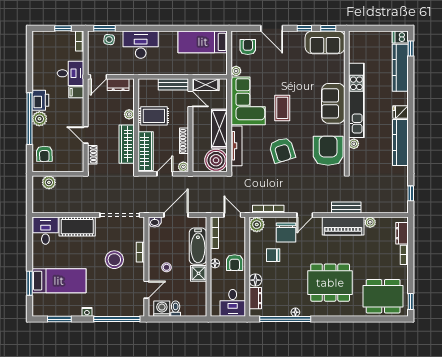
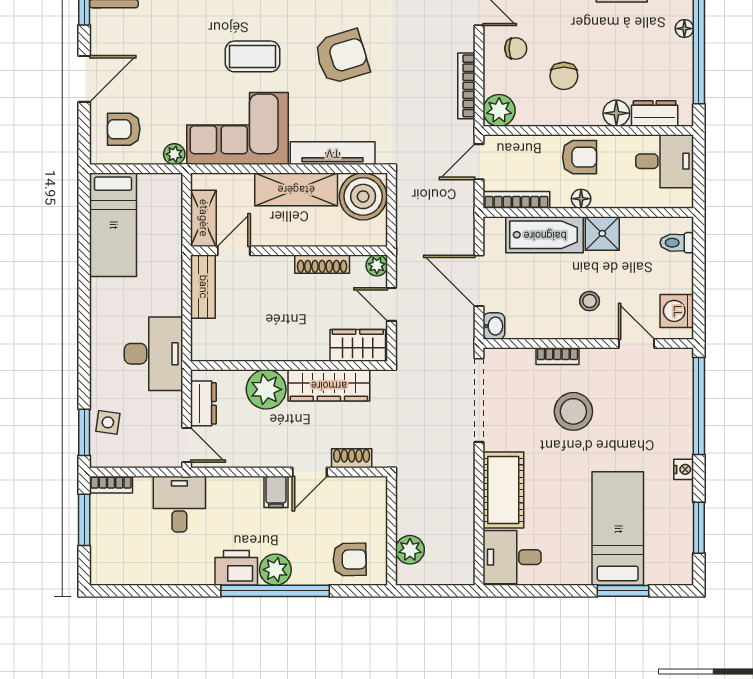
window: (63, 28) -> (84, 520), width x1.50
desk: (141, 45) -> (154, 354), moved, turned 180
filing cabinet: (76, 92) -> (276, 492), moved
plant: (129, 114) -> (266, 389), width x1.88, depth x1.88
rug: (154, 116) -> (269, 328), removed
wardrobe: (146, 151) -> (358, 345), width x0.67
chair: (286, 232) -> (516, 48), width x0.54, depth x0.54
toilet: (176, 309) -> (677, 243), moved

